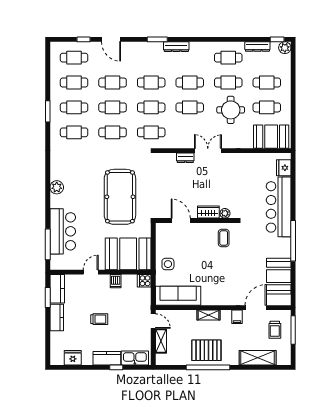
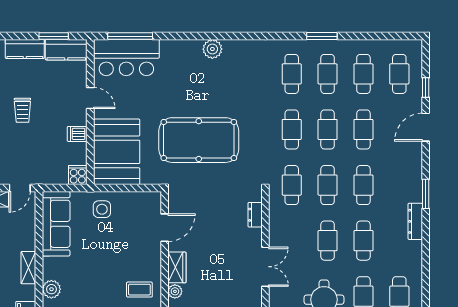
dresser: (185, 158) -> (255, 215), moved
bar counter: (63, 231) -> (126, 58), moved
plant: (223, 299) -> (51, 289), added

